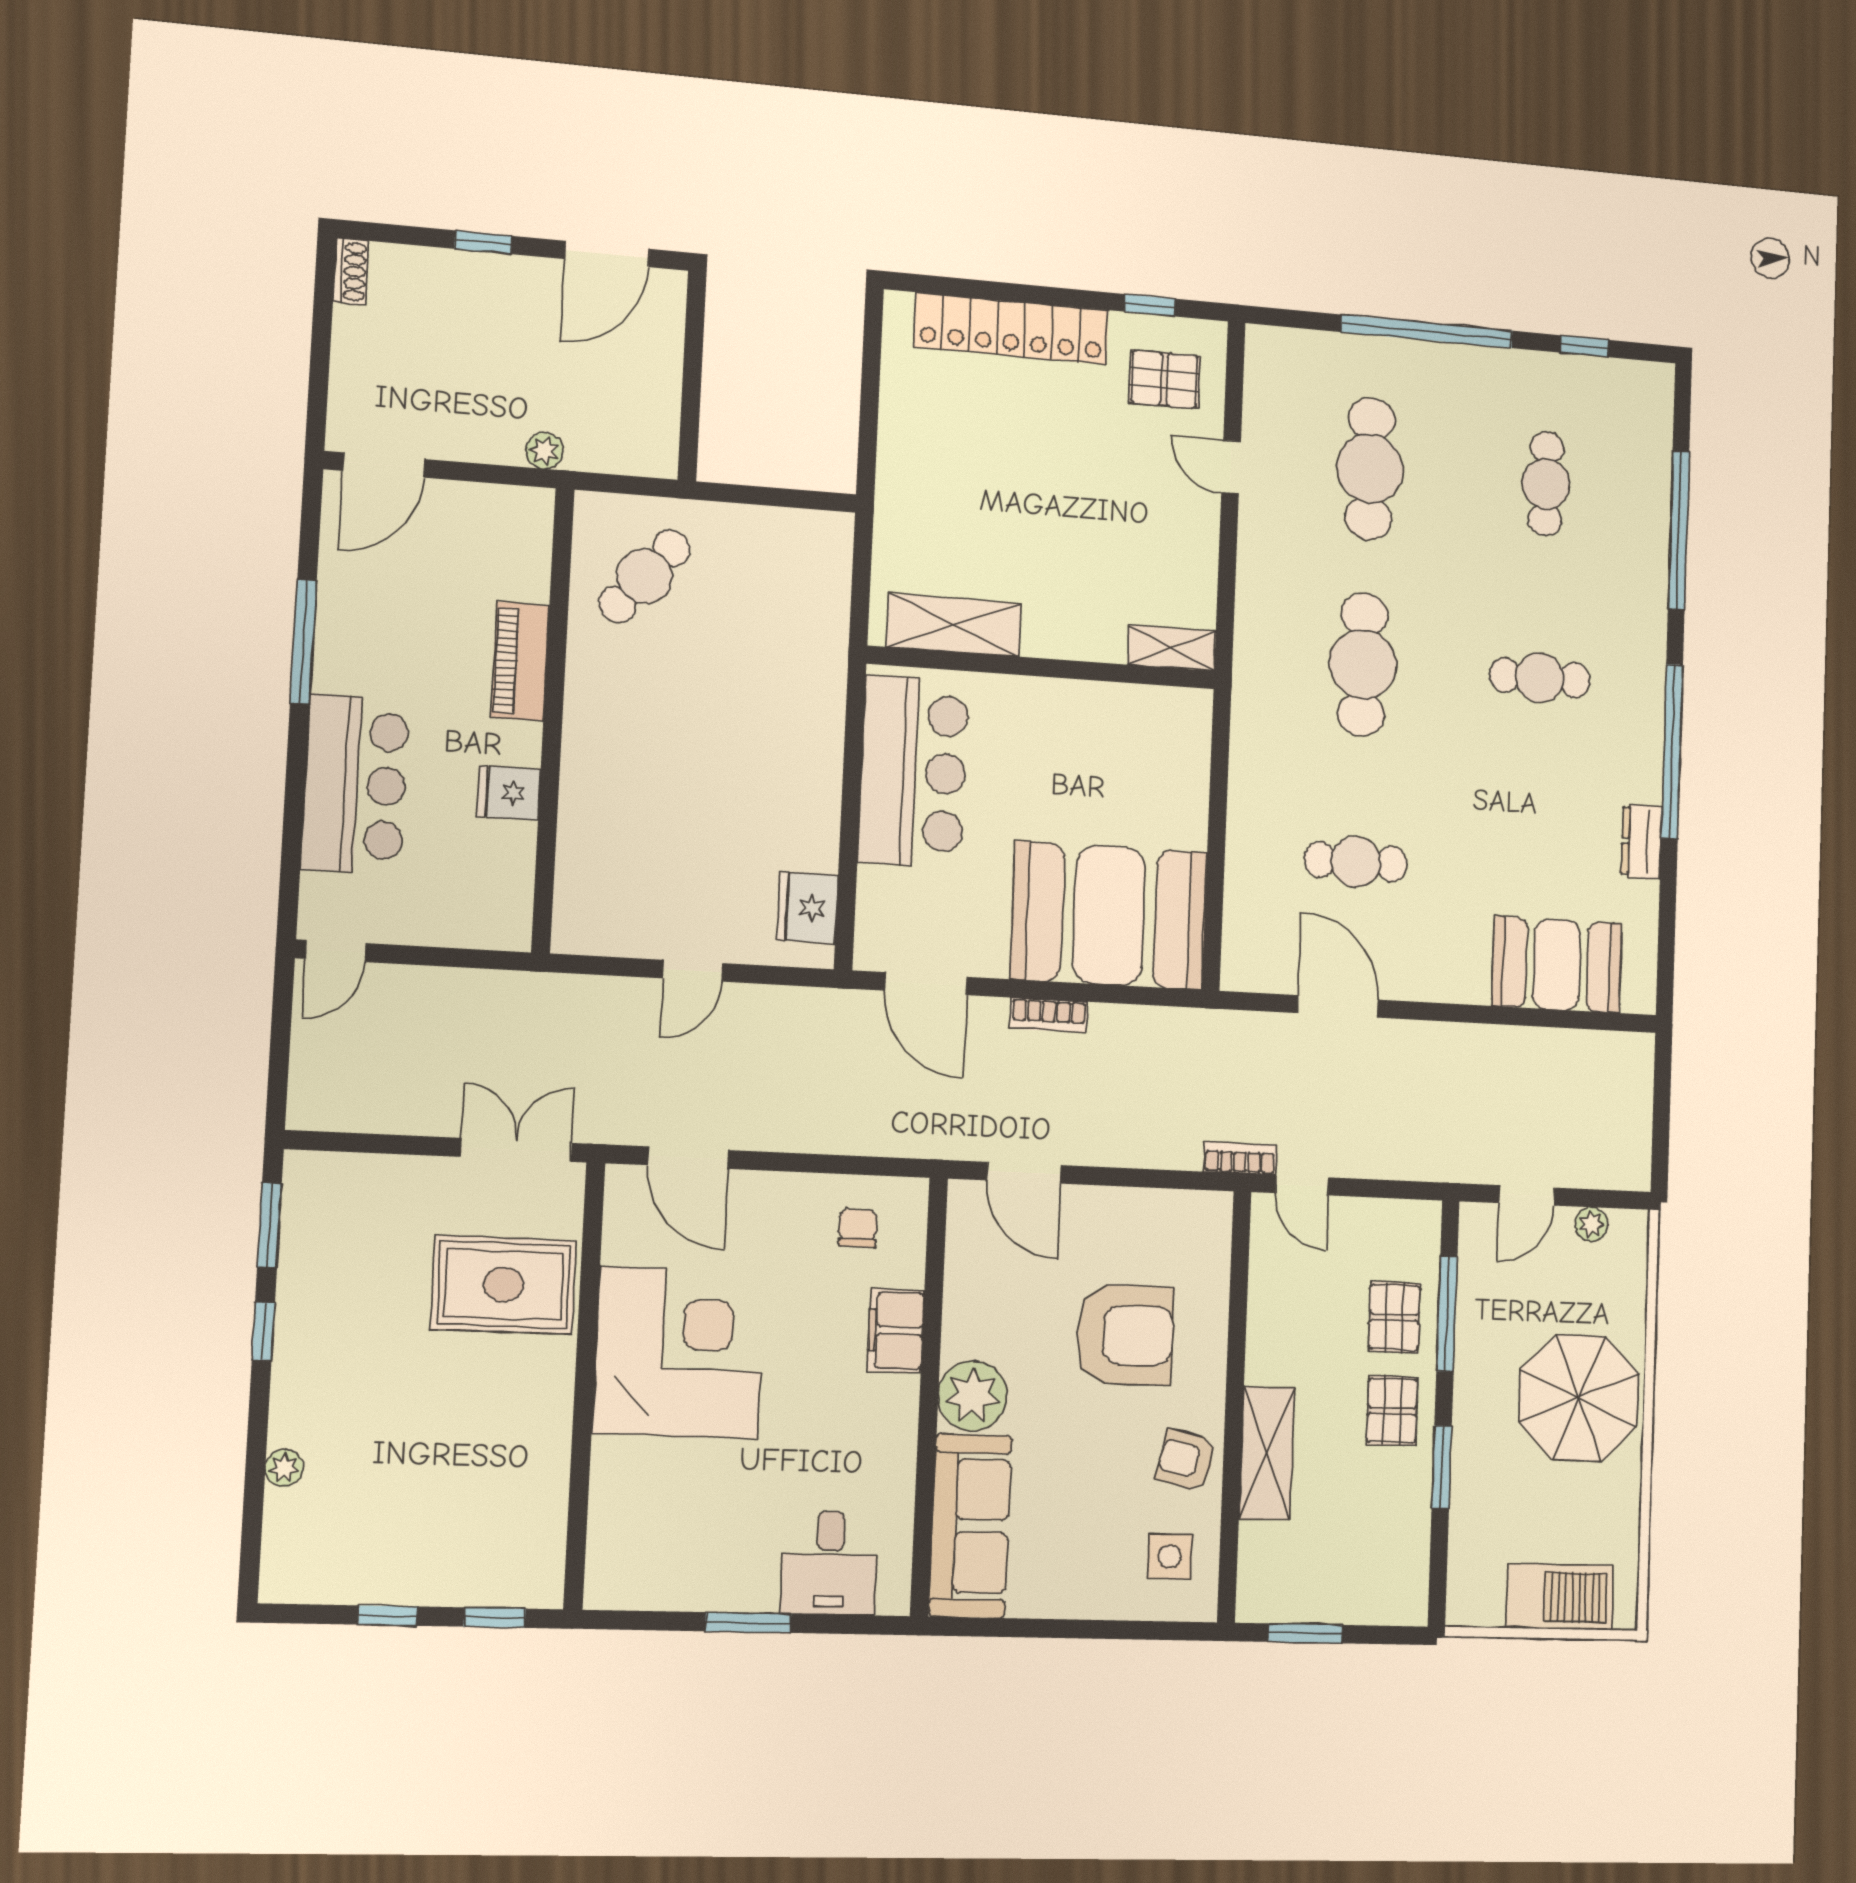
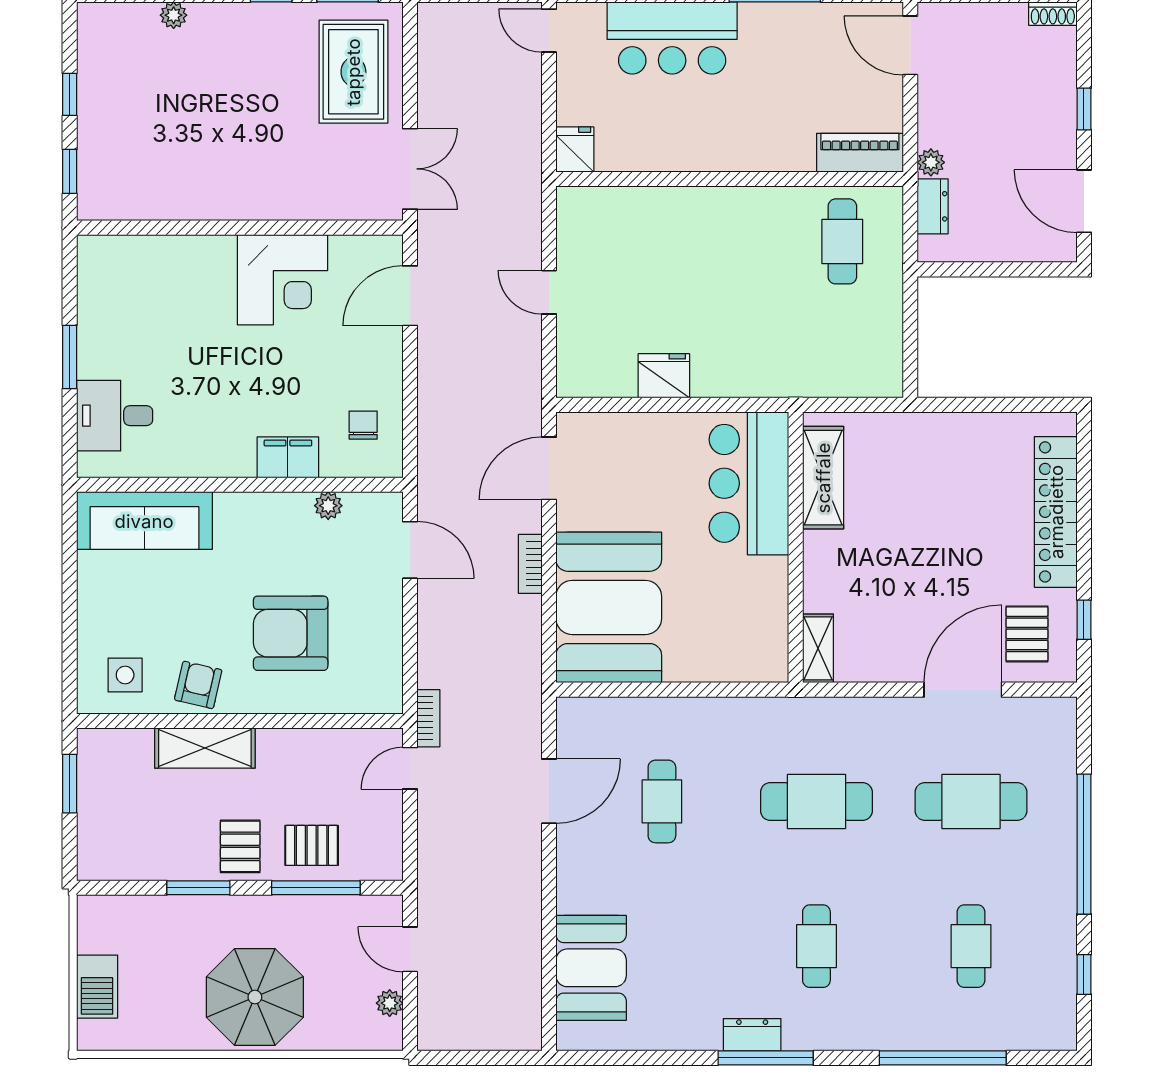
dresser: (604, 453) -> (933, 206), added
door: (1231, 467) -> (963, 690), width x1.88
cafe table: (1546, 484) -> (971, 946), turned 90
cafe table: (645, 576) -> (842, 241), turned 50
piano: (520, 661) -> (860, 153), moved
window: (1672, 751) -> (766, 1058), width x0.68
bar counter: (913, 772) -> (749, 483), moved, turned 90
fridge: (509, 793) -> (575, 150), moved
dresser: (1642, 841) -> (752, 1035), moved
fridge: (807, 908) -> (664, 376), moved
door: (1024, 1173) -> (410, 550), swing flipped
chair: (858, 1228) -> (363, 425), turned -90
rug: (504, 1285) -> (353, 72), moved
armchair: (1125, 1335) -> (291, 633), turned 90
corner desk: (679, 1352) -> (282, 280), width x0.74, depth x0.74
plant: (973, 1396) -> (328, 506), moved, width x0.53, depth x0.53
pallet: (1392, 1411) -> (240, 846), turned 90
barbecue: (1560, 1597) -> (97, 987), width x0.73, depth x0.83

